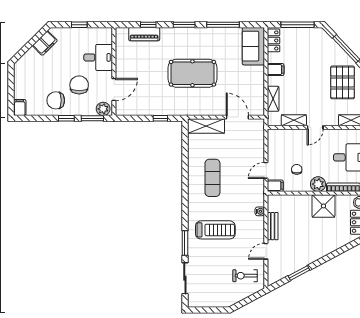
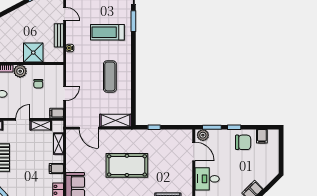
chair: (79, 85) -> (223, 155), removed
door: (114, 90) -> (194, 152), swing flipped
filing cabinet: (20, 108) -> (262, 136), moved
door: (266, 170) -> (65, 94), moved
filing cabinet: (275, 186) -> (57, 113), moved
shower: (323, 206) -> (33, 53), moved
door: (266, 251) -> (65, 14), hinge flipped

